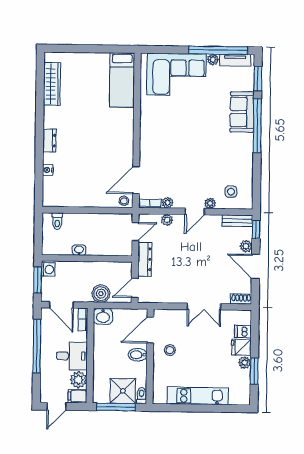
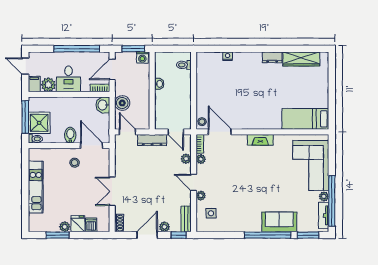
fireplace: (146, 133) -> (260, 140), added
dresser: (49, 141) -> (272, 57), moved

